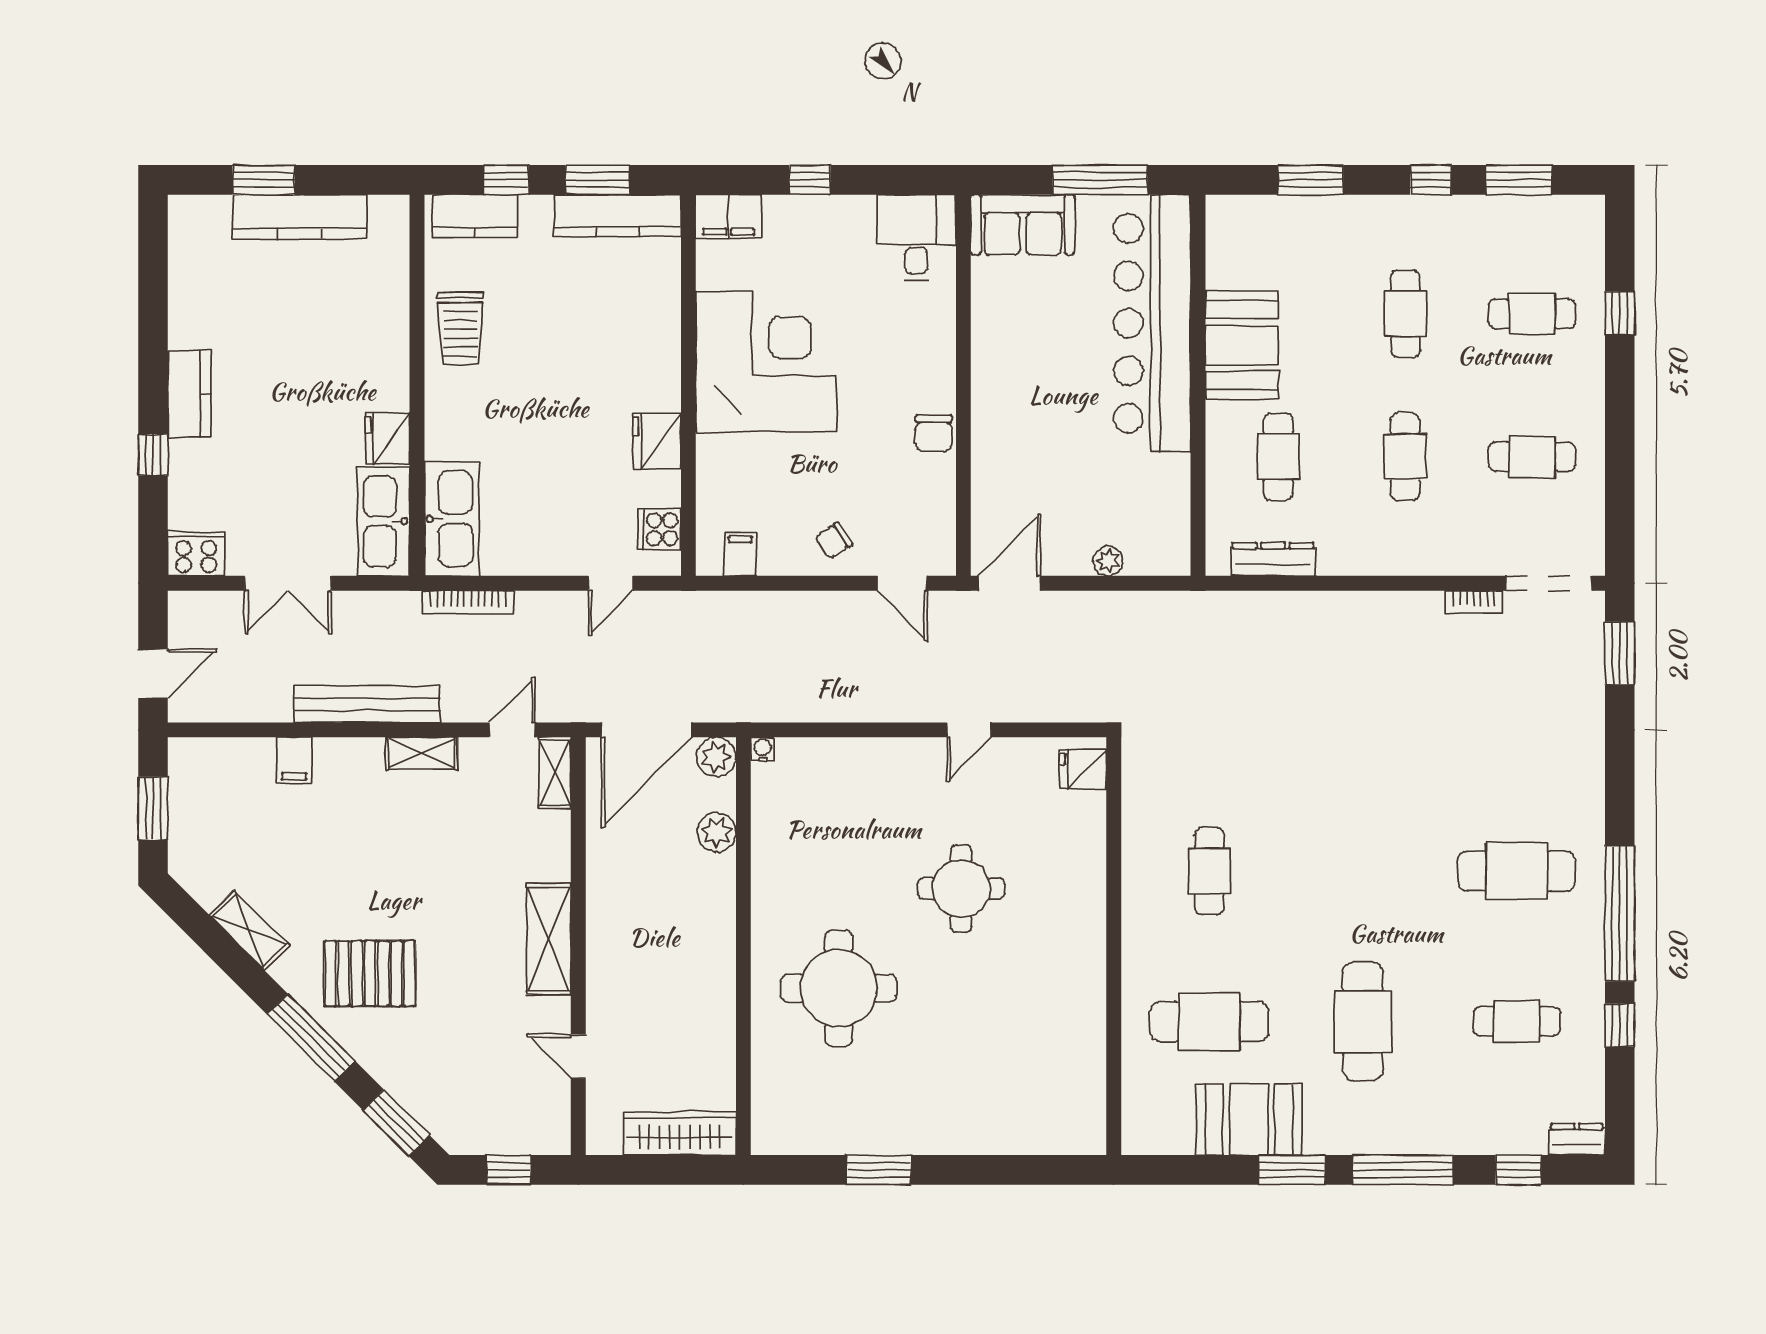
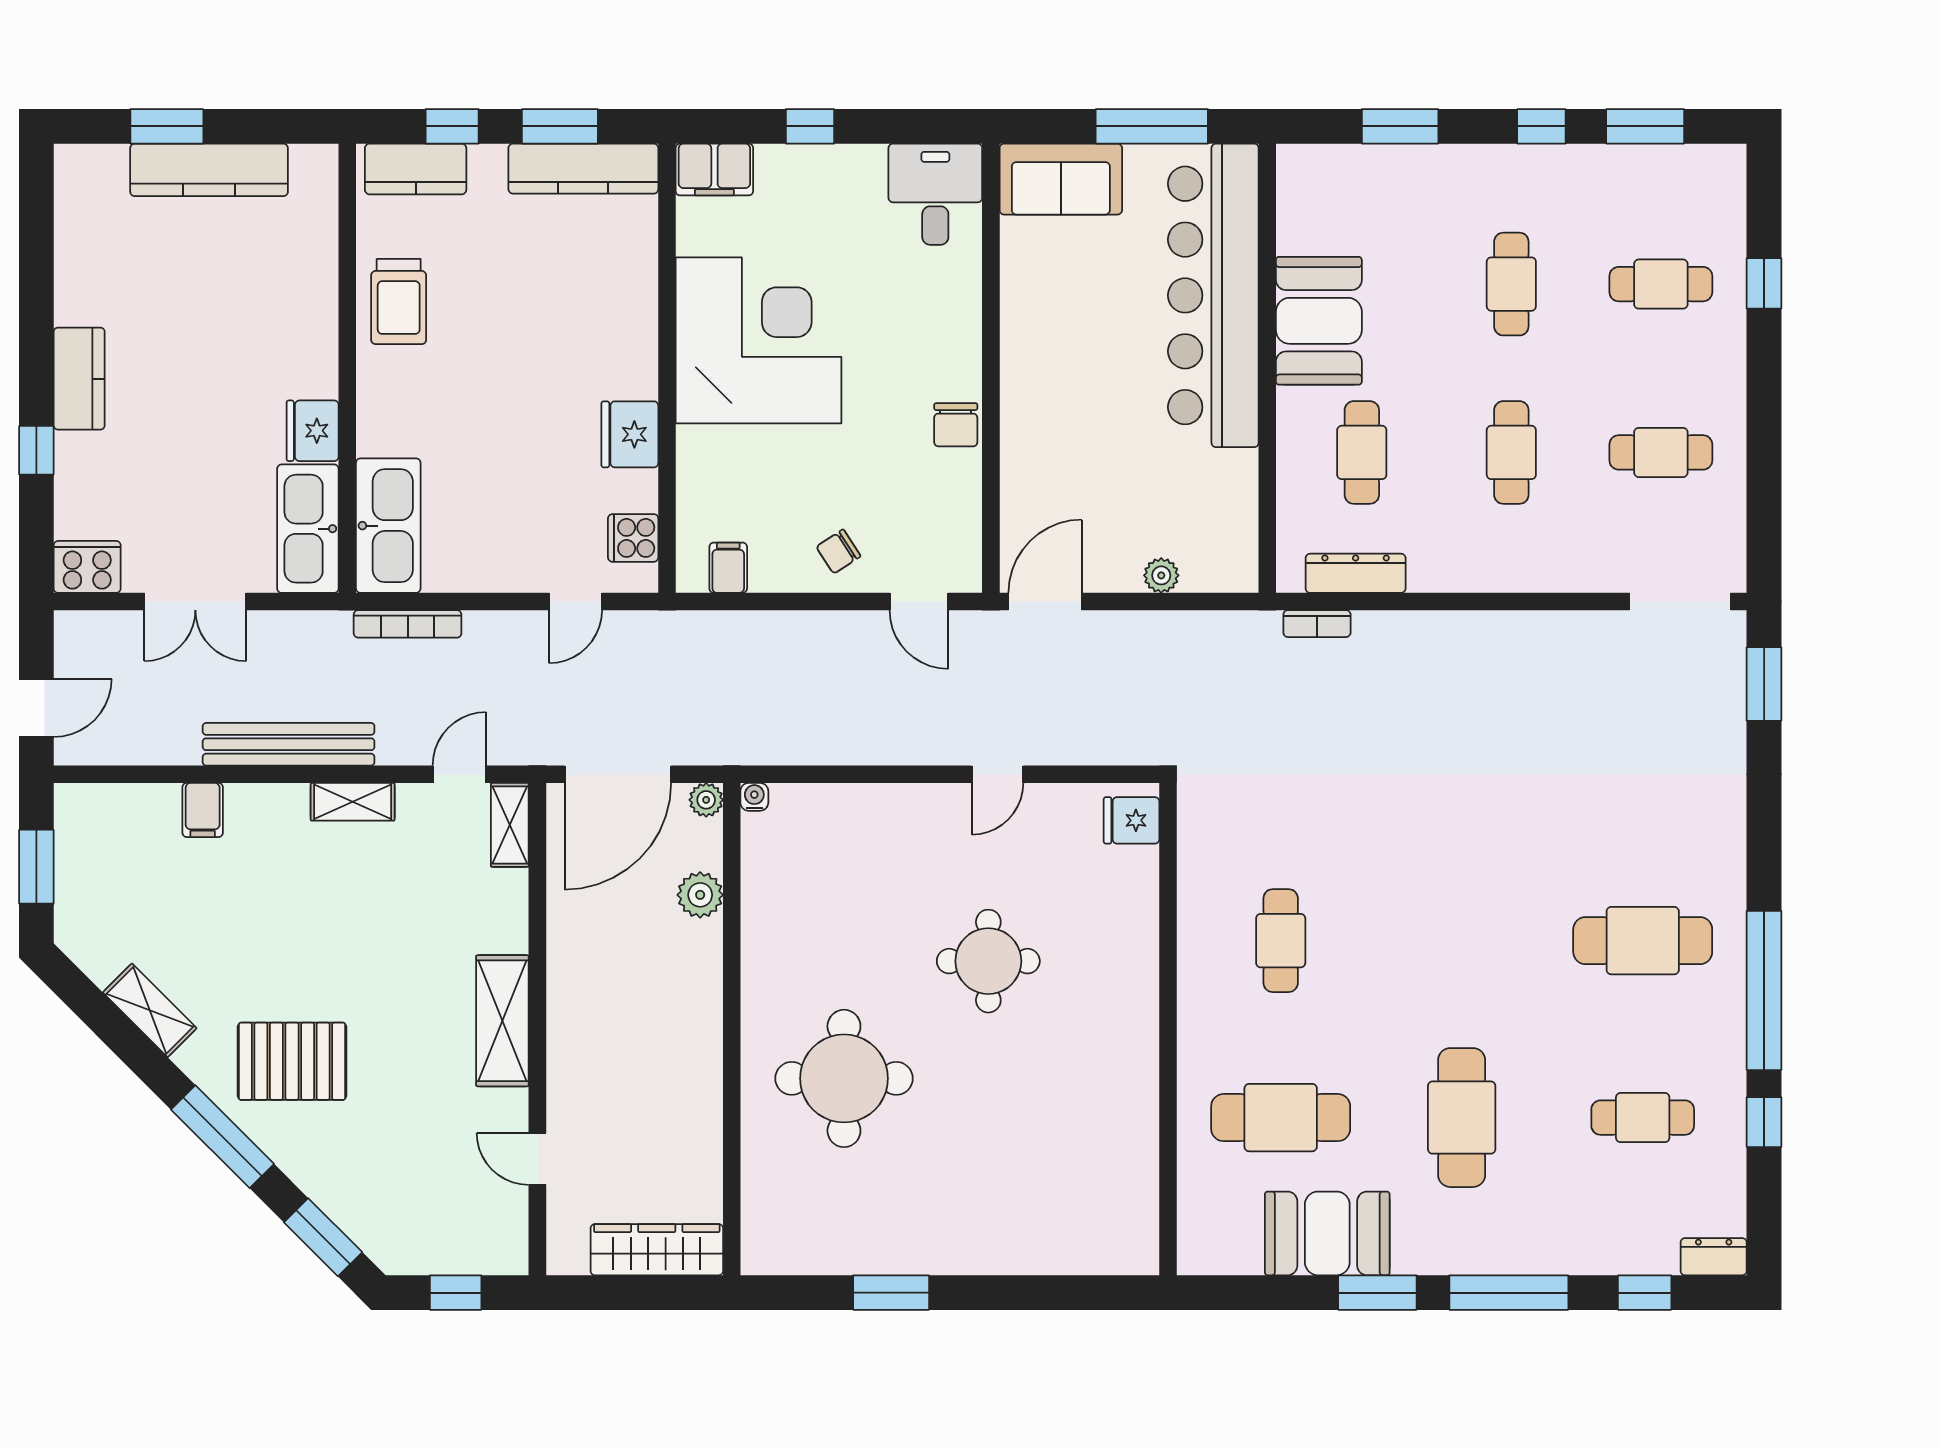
bookcase: (1474, 602) -> (1317, 624), moved
plant: (716, 757) -> (706, 800), width x0.73, depth x0.73

